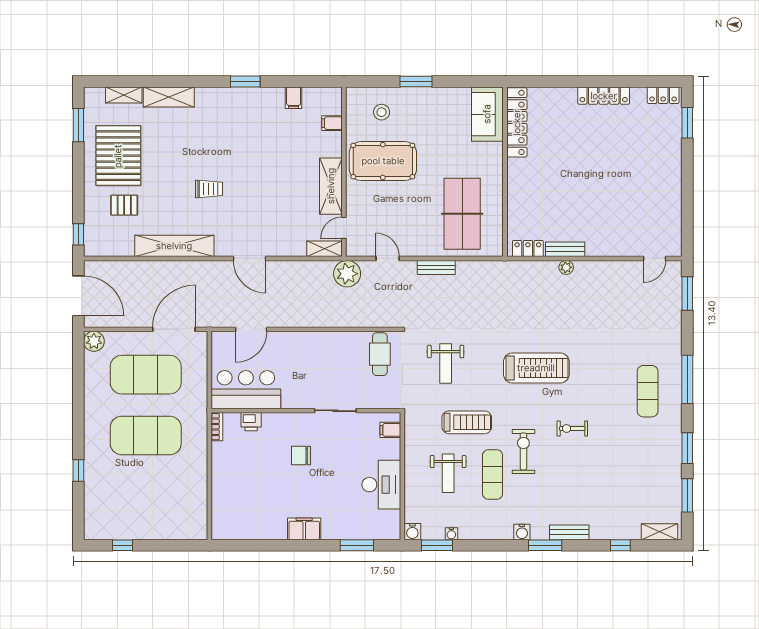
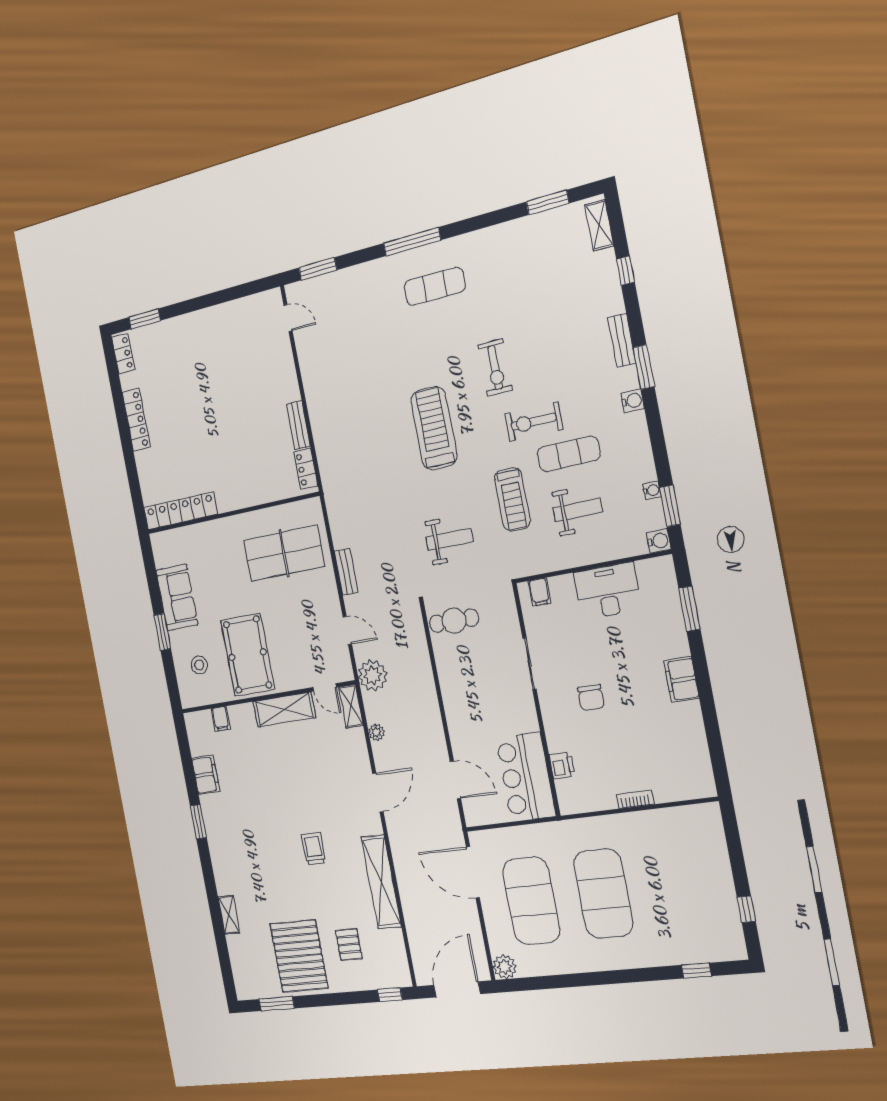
shelving: (124, 95) -> (237, 955), removed
shelving: (169, 97) -> (229, 915), width x0.67, depth x0.75
filing cabinet: (294, 98) -> (206, 775), width x2.00
sofa: (487, 114) -> (177, 597), moved, turned -90
pallet: (118, 156) -> (299, 956), turned 90
door: (388, 258) -> (347, 631), swing flipped
plant: (566, 267) -> (376, 732), moved
treadmill: (467, 422) -> (512, 499), turned 180
bookcase: (217, 427) -> (635, 799), moved
exercise bike: (572, 429) -> (495, 368), width x1.38, depth x1.39
window: (687, 448) -> (491, 219), removed
window: (78, 471) -> (696, 971), moved

